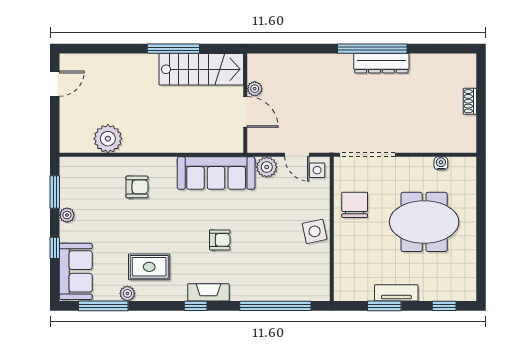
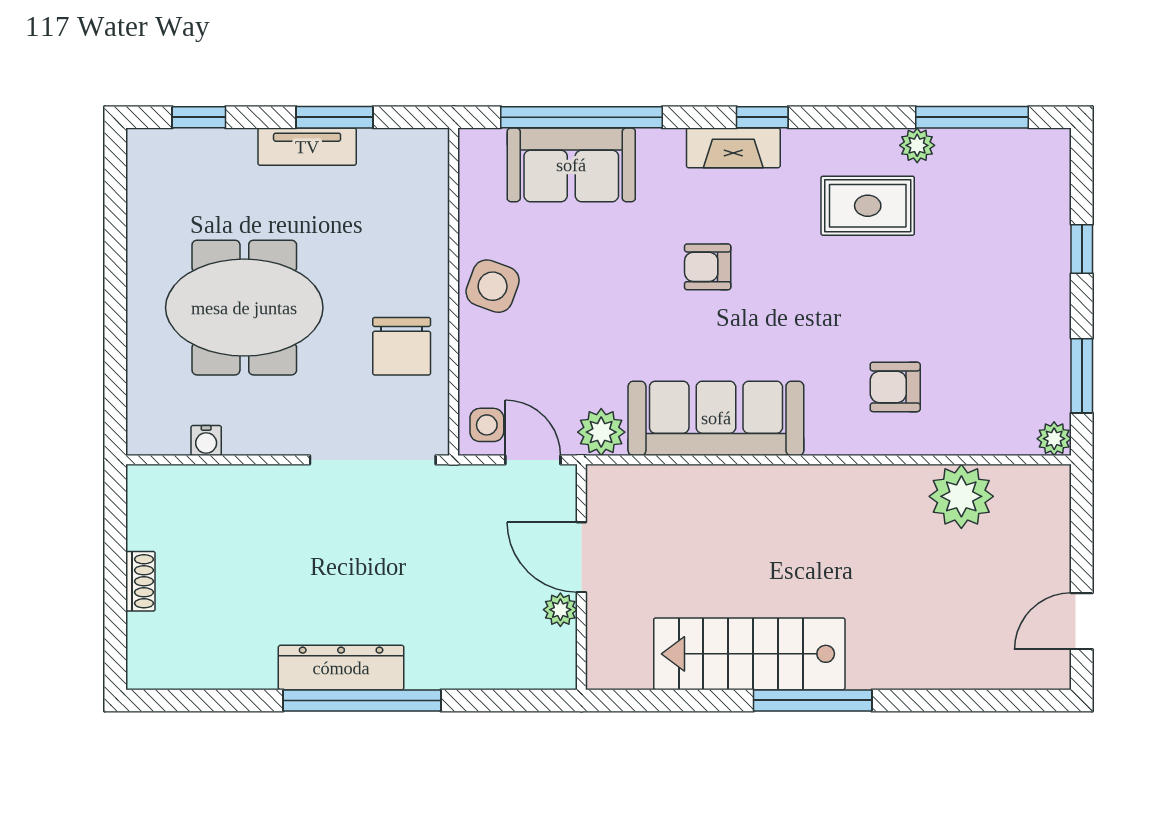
plant: (255, 89) -> (560, 610), moved
wall: (245, 103) -> (581, 577), moved
door: (245, 112) -> (581, 557), moved
plant: (67, 215) -> (1054, 439), moved
side table: (315, 231) -> (493, 286), turned 32
sofa: (76, 271) -> (571, 165), moved, turned -90

